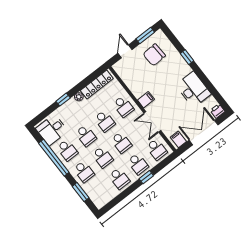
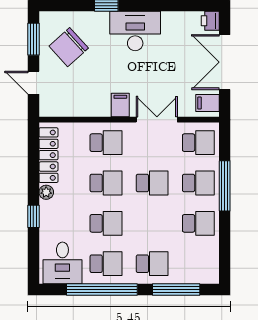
chair: (154, 55) -> (69, 47), turned 51
desk: (193, 90) -> (135, 31), moved
double door: (152, 122) -> (157, 120), swing flipped
school desk: (103, 157) -> (152, 223), removed
window: (146, 177) -> (225, 186), width x2.17
window: (81, 192) -> (176, 289), width x1.44

